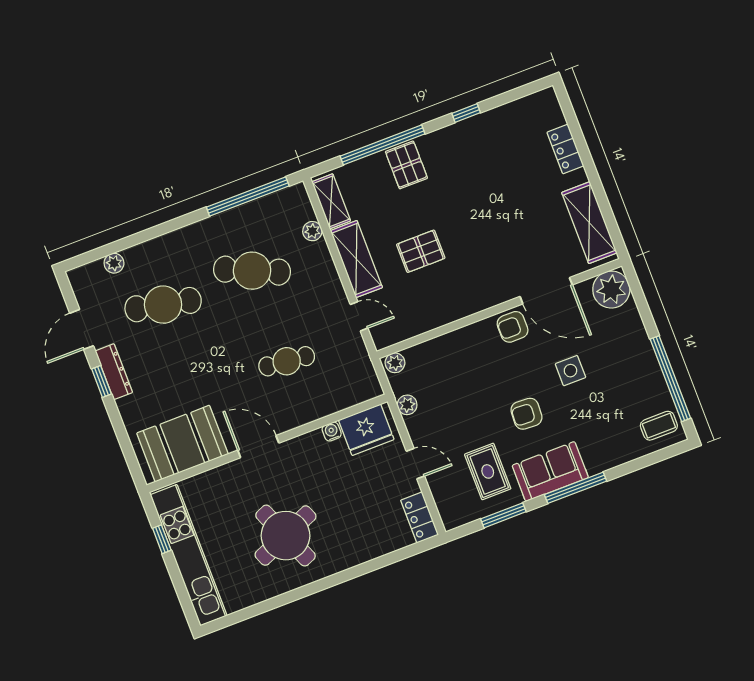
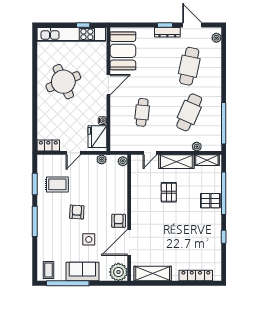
locker: (565, 149) -> (196, 275), width x1.53
plant: (114, 263) -> (216, 38), moved
sofa: (550, 471) -> (82, 272), moved, turned -90

